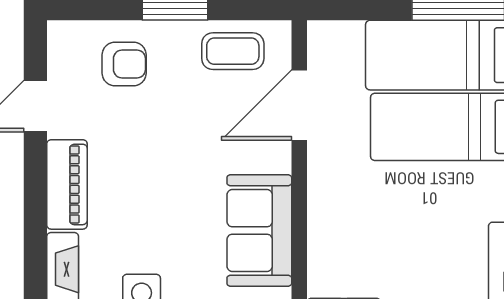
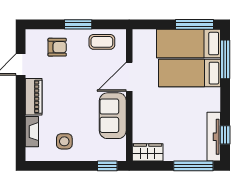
door: (299, 105) -> (129, 77), moved

